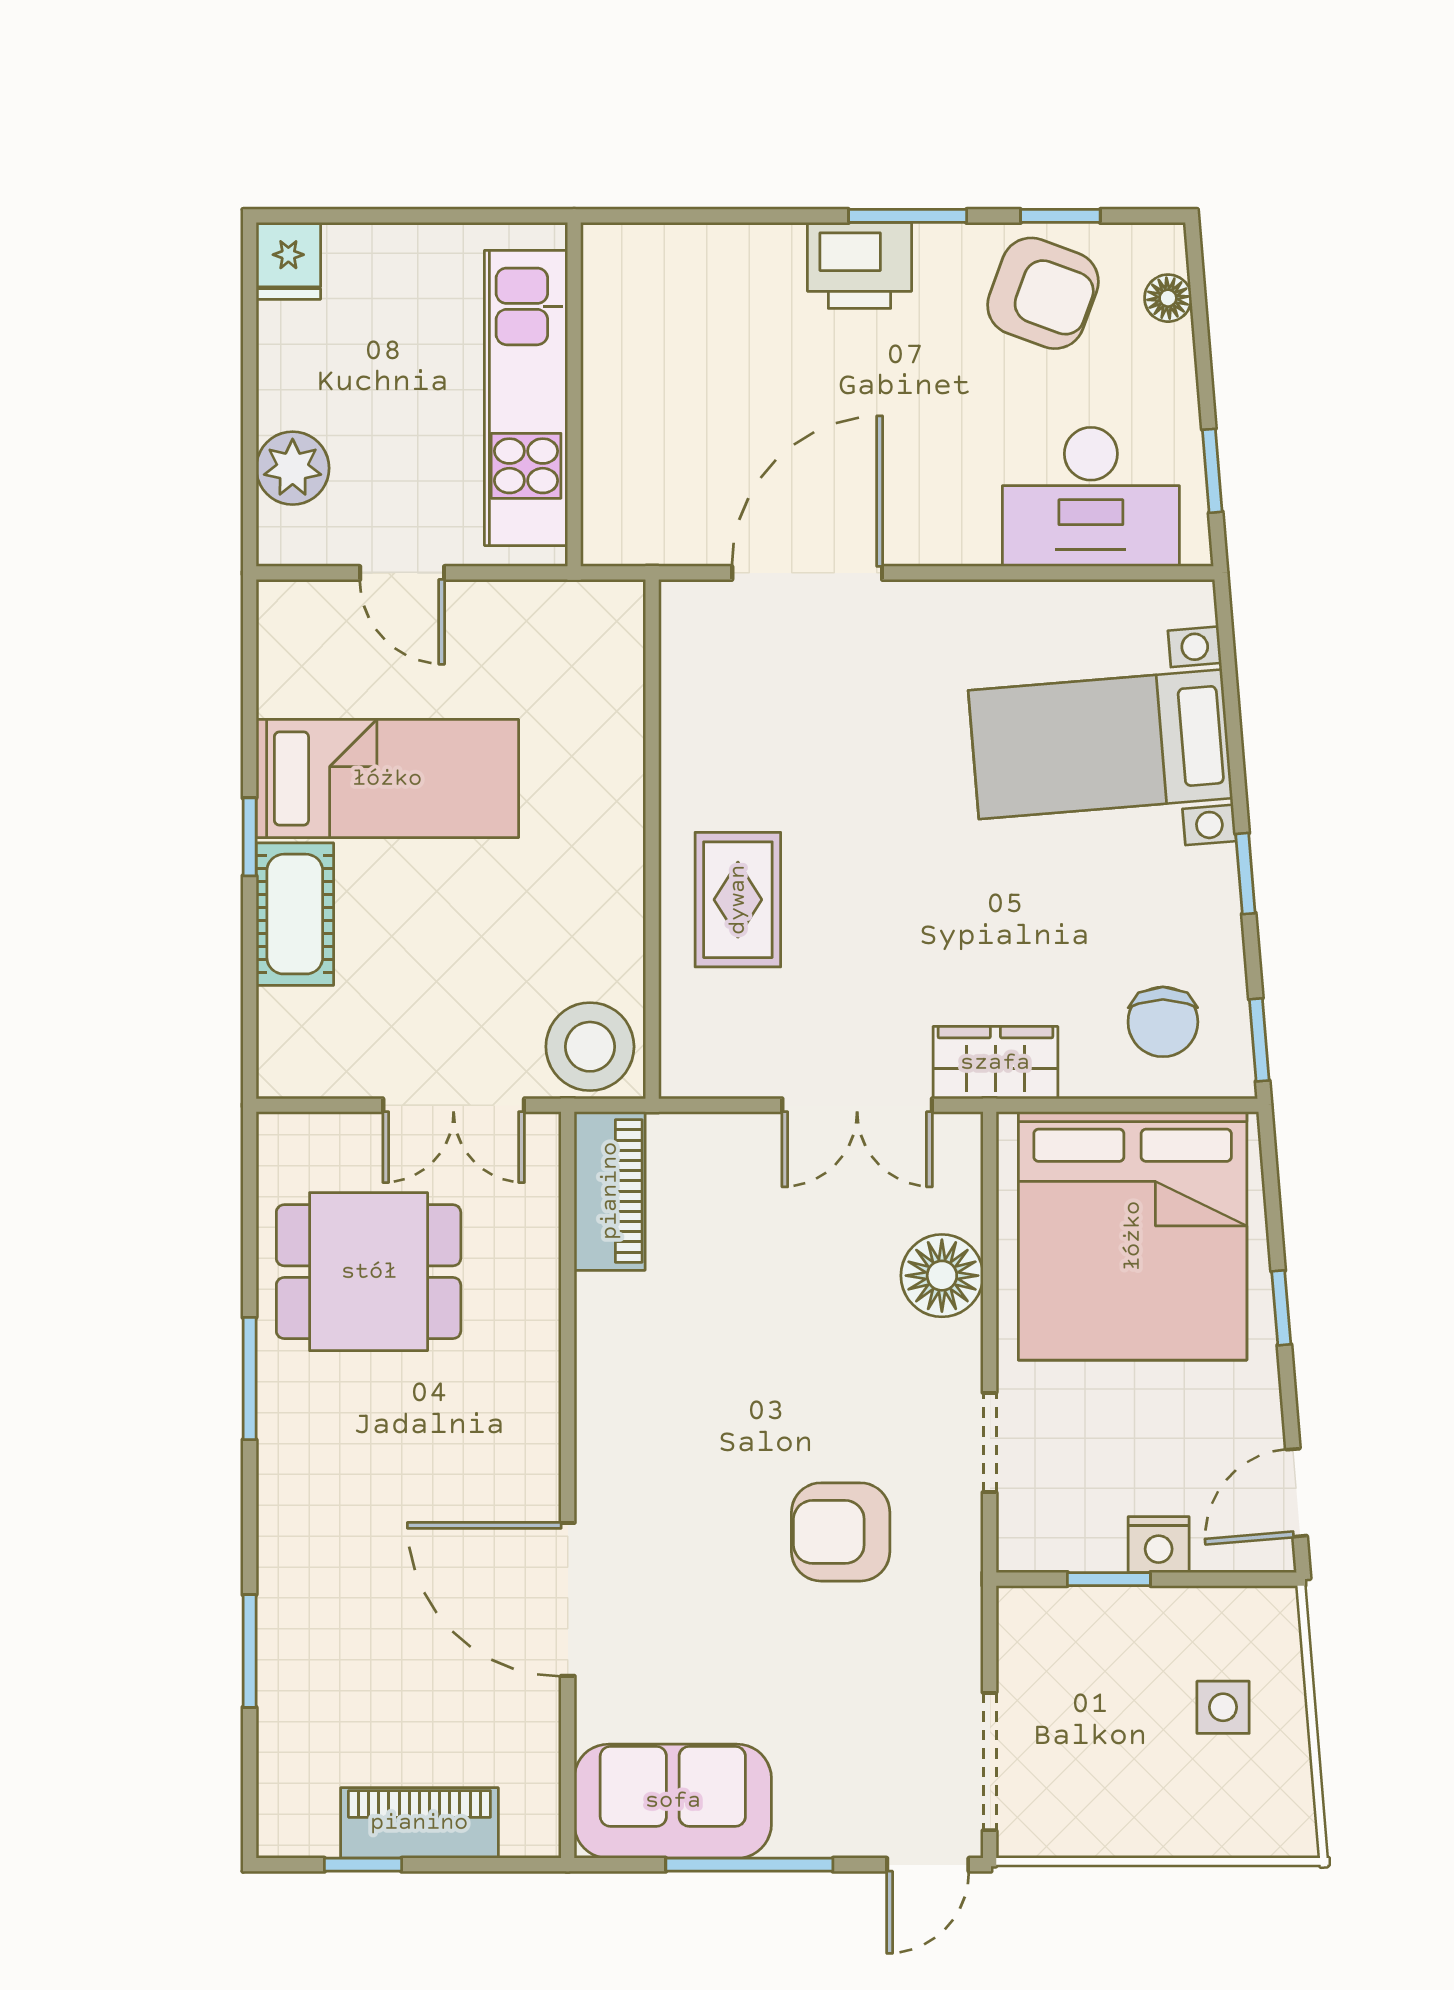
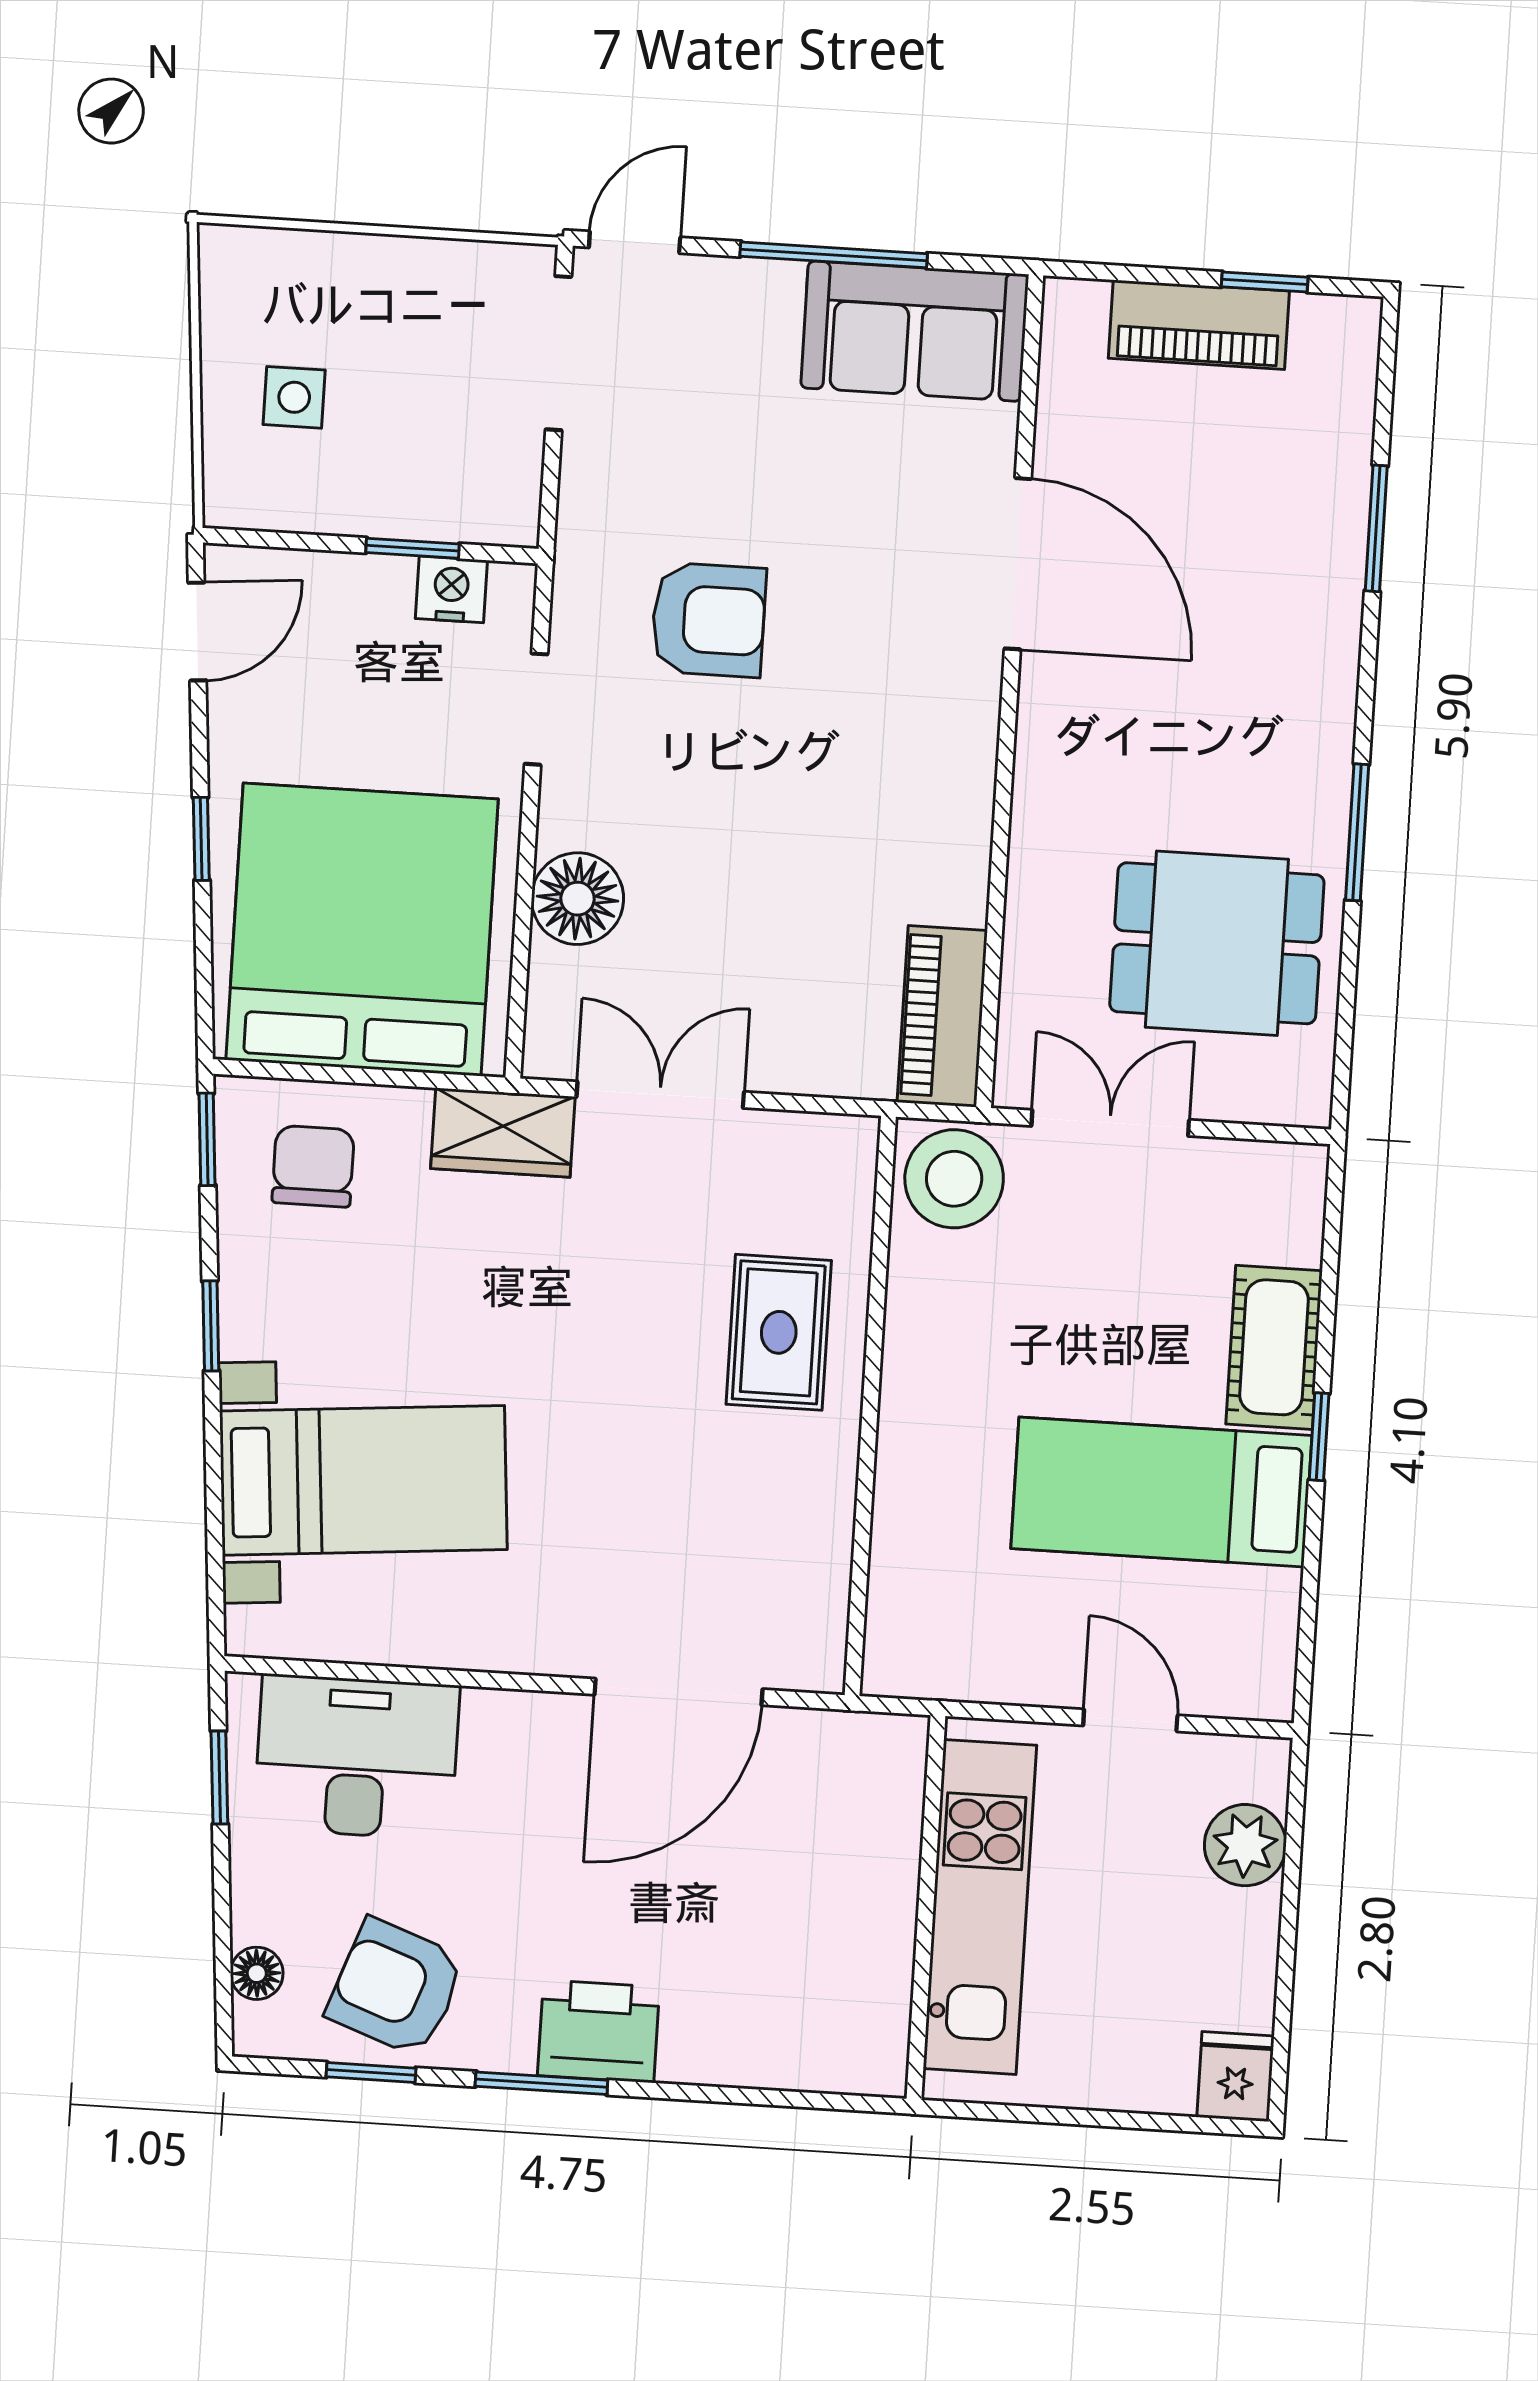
nightstand: (1159, 1545) -> (451, 589), moved

